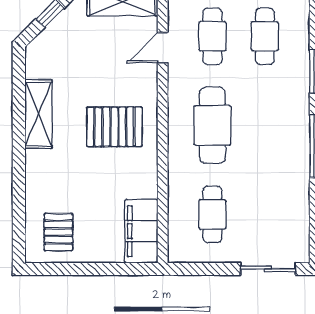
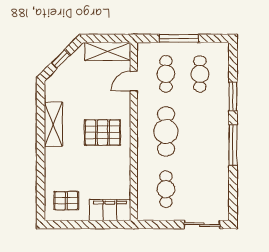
filing cabinet: (141, 231) -> (110, 210), moved, turned 90
pallet: (58, 232) -> (66, 201), turned 90

